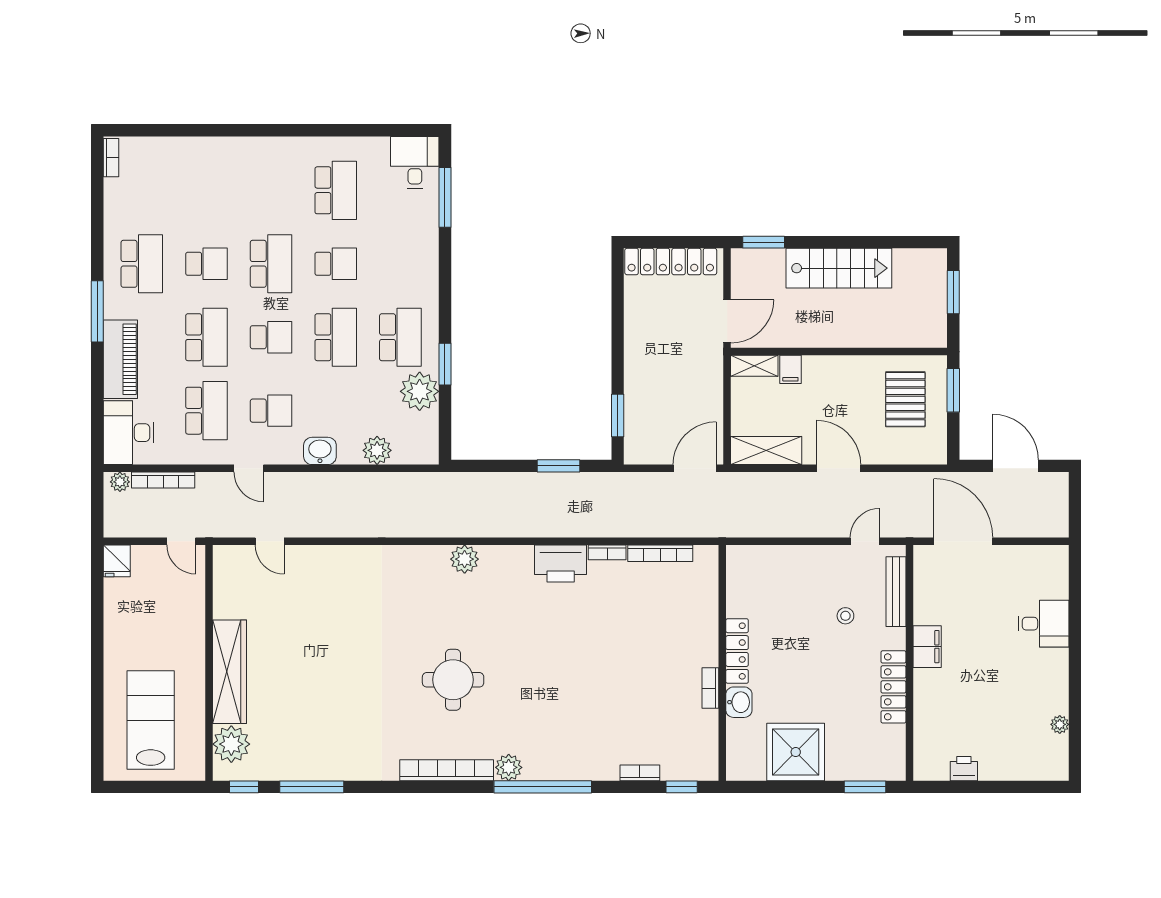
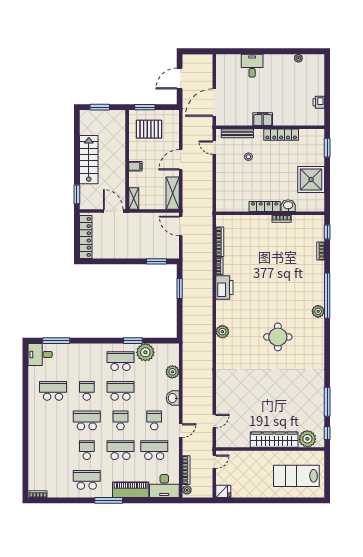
filing cabinet: (790, 369) -> (135, 166), moved
bookcase: (447, 770) -> (319, 340), removed

